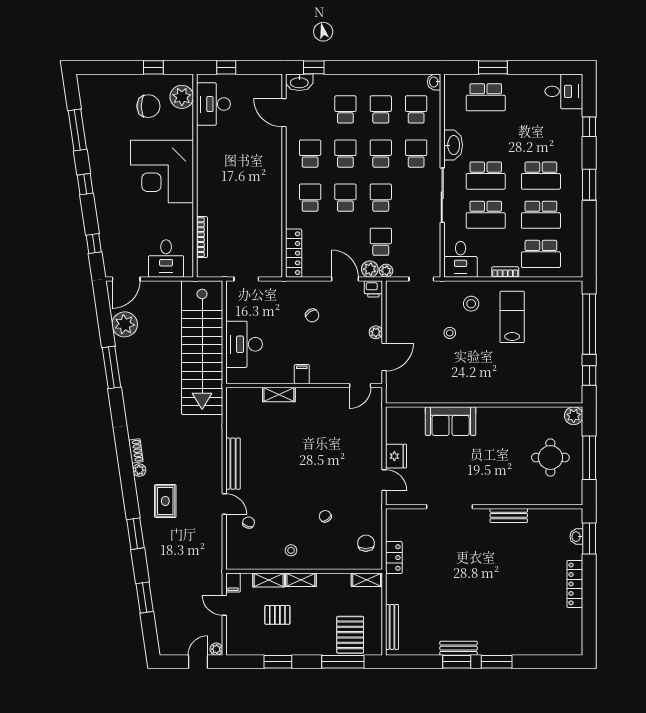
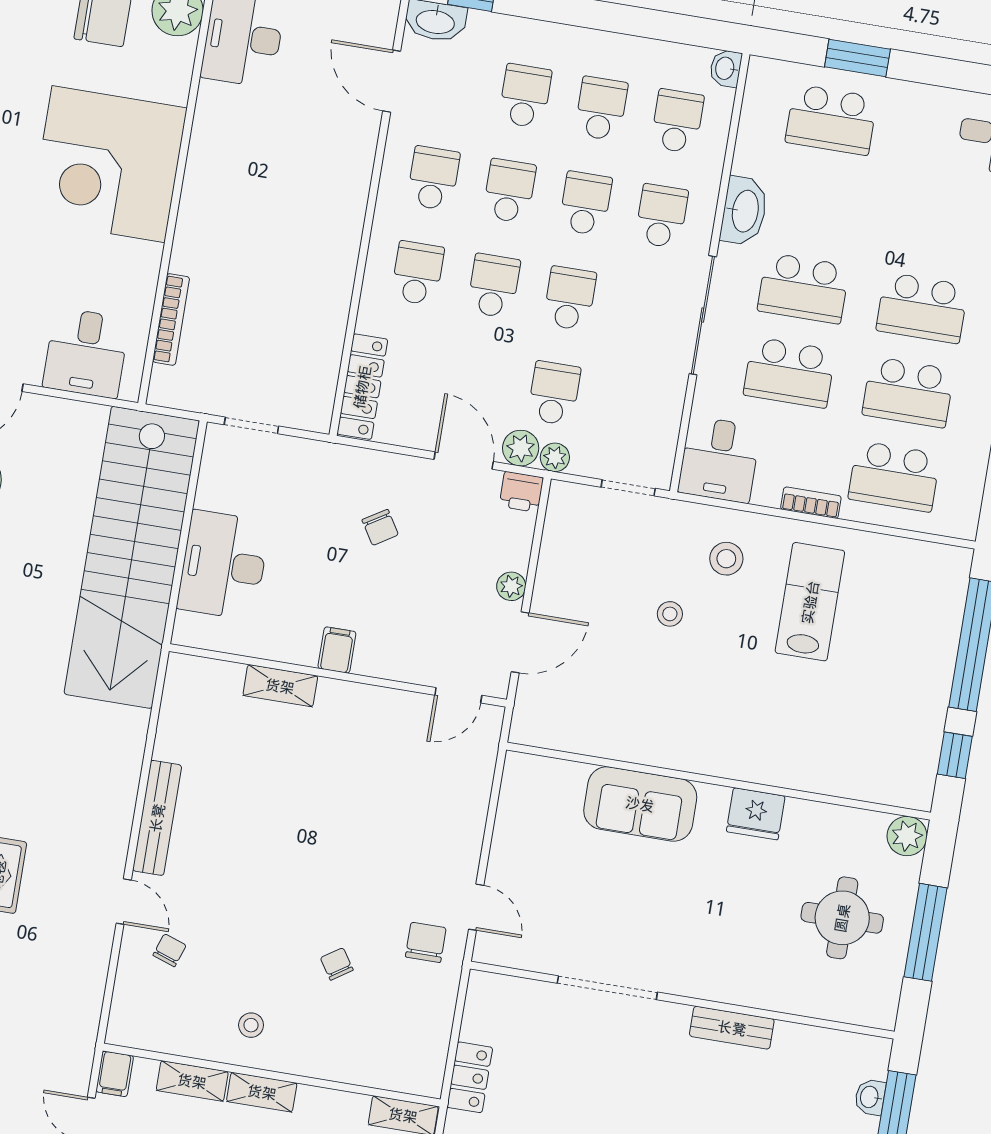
fridge: (396, 456) -> (756, 814), moved, turned 90
chair: (366, 543) -> (426, 942), moved

